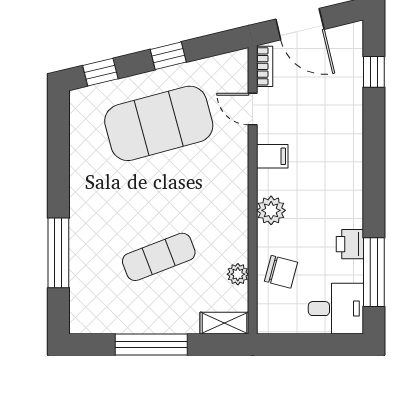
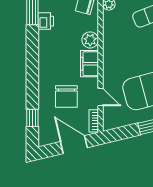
chair: (313, 110) -> (66, 97), added
filing cabinet: (272, 156) -> (89, 64), width x2.00

